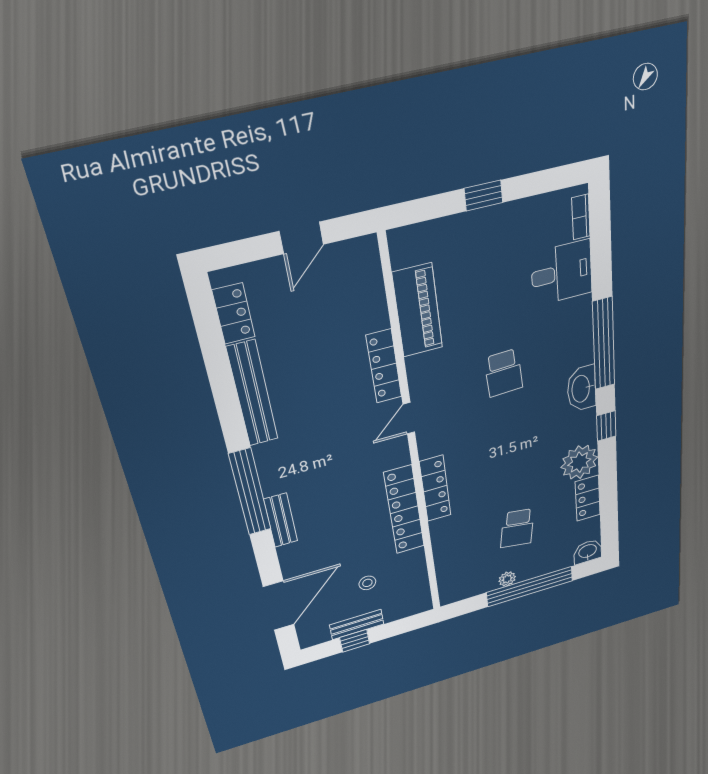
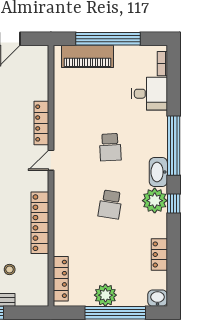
window: (484, 196) -> (108, 39), width x3.17
piano: (417, 310) -> (88, 56), moved, turned 90
plant: (579, 462) -> (155, 201), moved
locker: (435, 488) -> (61, 279), moved
school desk: (517, 528) -> (110, 204), moved
plant: (507, 579) -> (105, 295), width x1.88, depth x1.88

